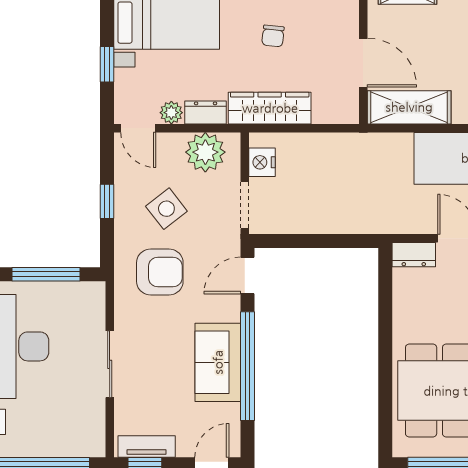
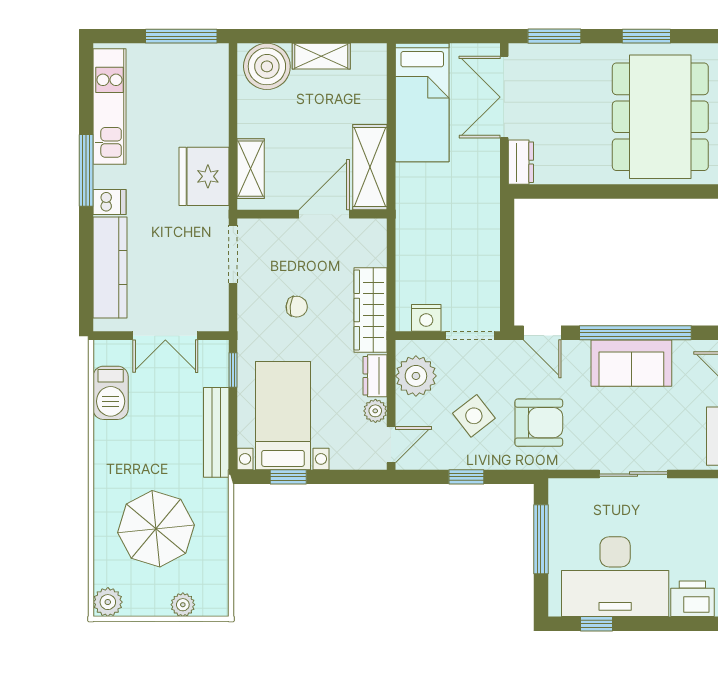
window: (107, 64) -> (288, 477), moved
armchair: (160, 272) -> (539, 423), turned 90

